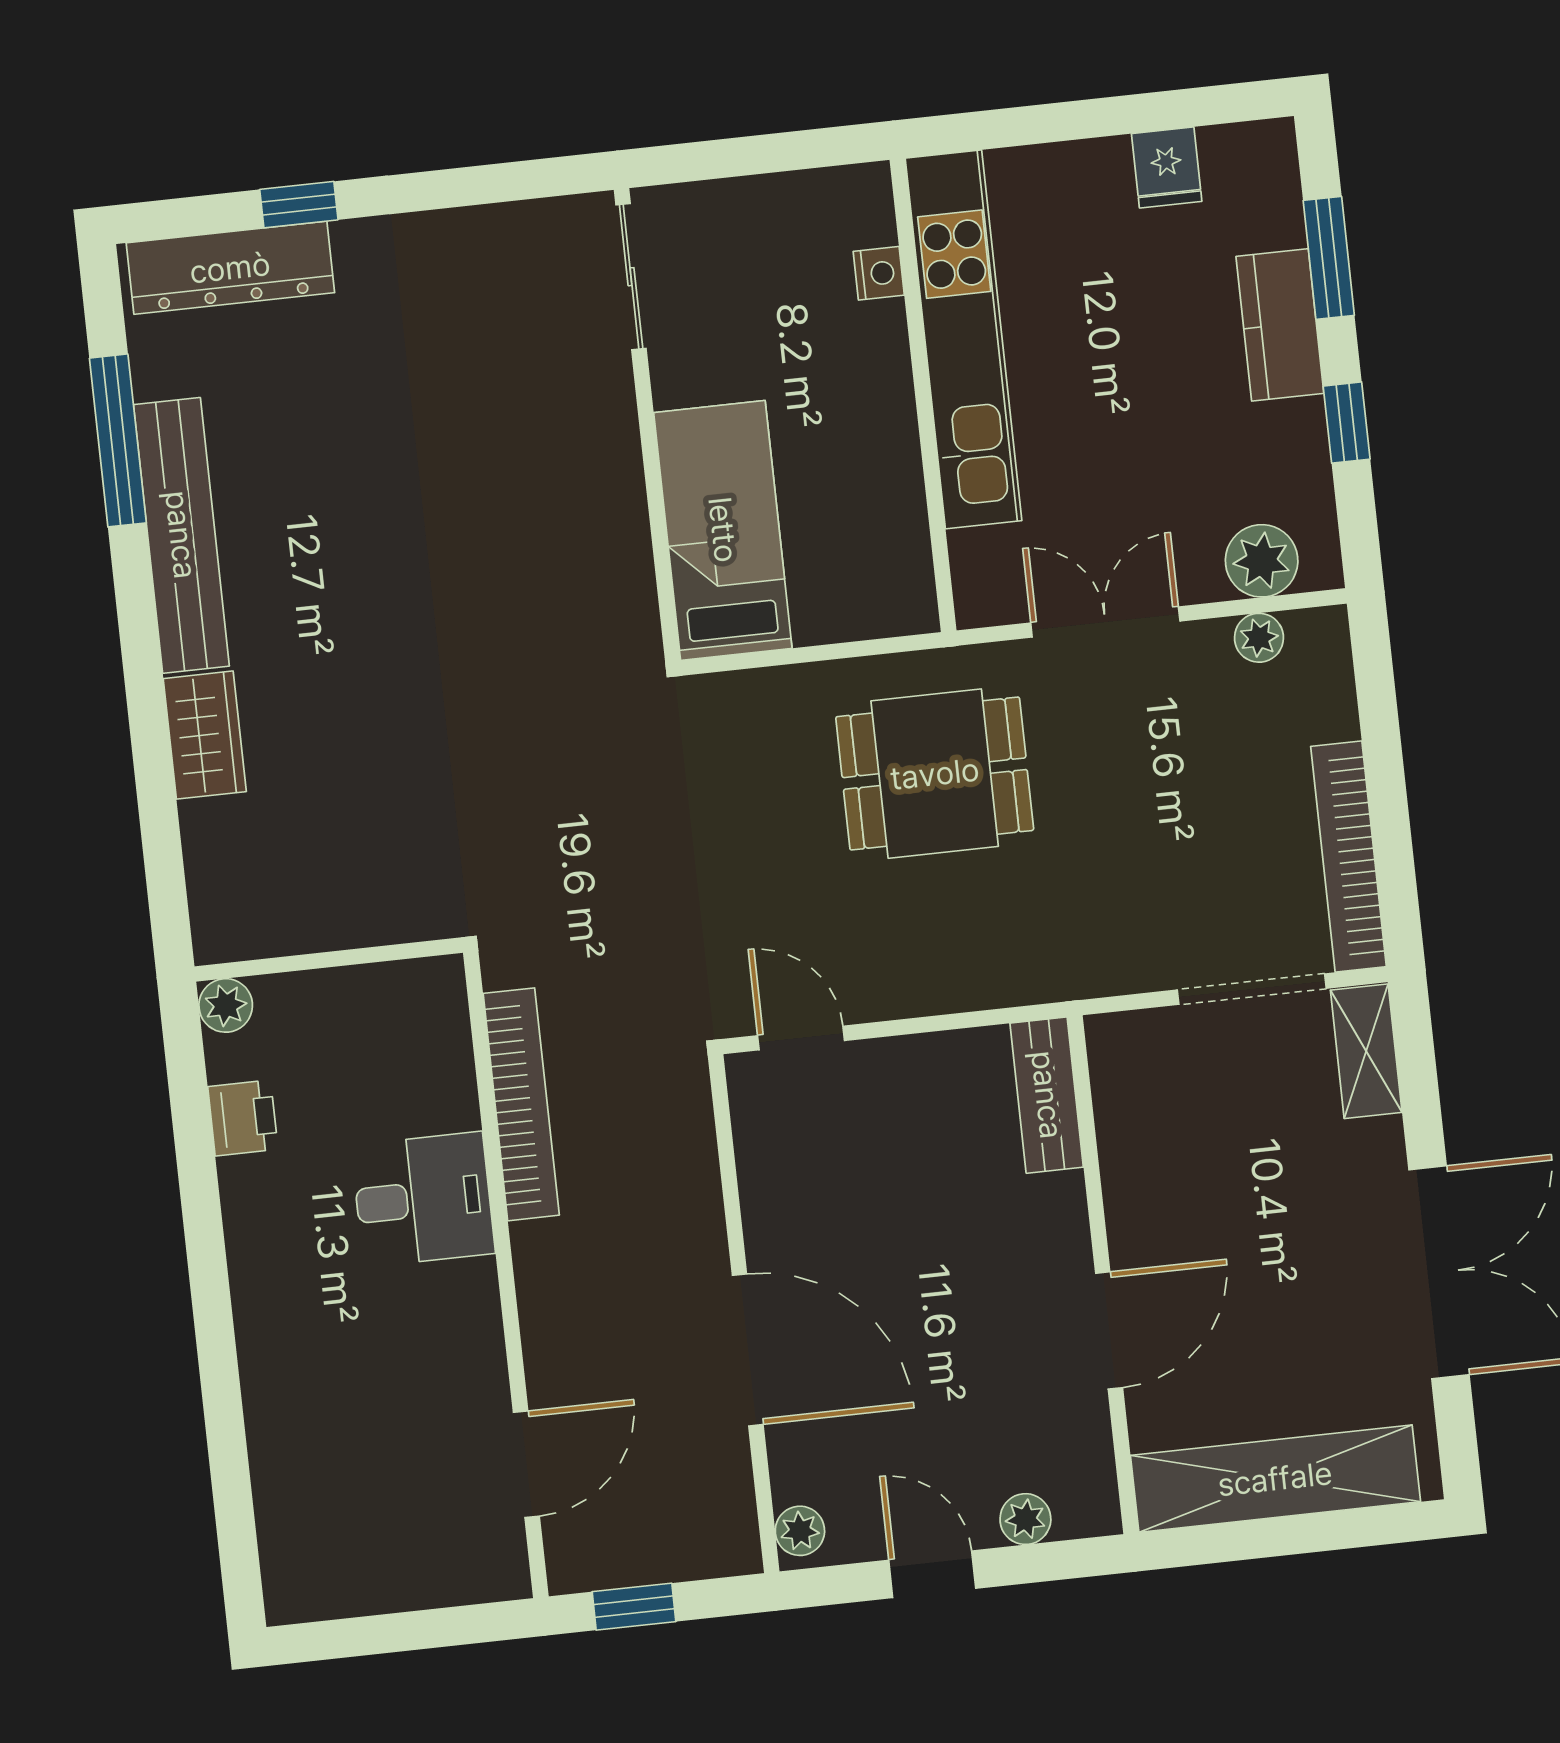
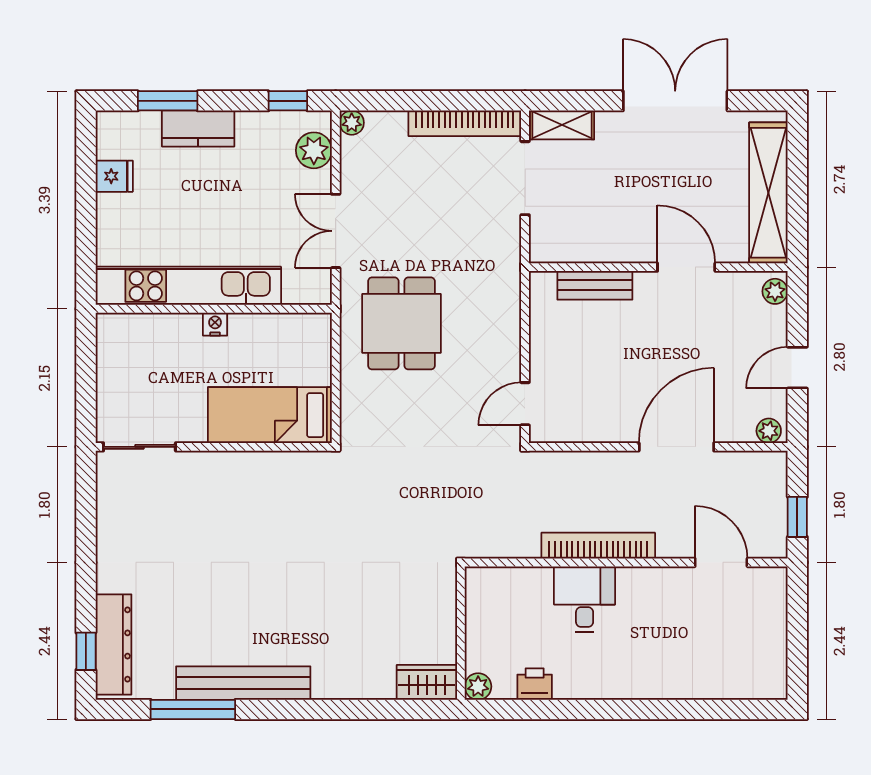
window: (299, 205) -> (86, 651), moved
nightstand: (879, 273) -> (215, 324), moved
window: (1347, 423) -> (288, 101), moved
plant: (1259, 638) -> (352, 123), moved
wardrobe: (205, 735) -> (427, 682), moved
bench: (1047, 1095) -> (595, 285), moved
bookcase: (521, 1104) -> (598, 546), moved
plant: (1025, 1519) -> (775, 291), moved

